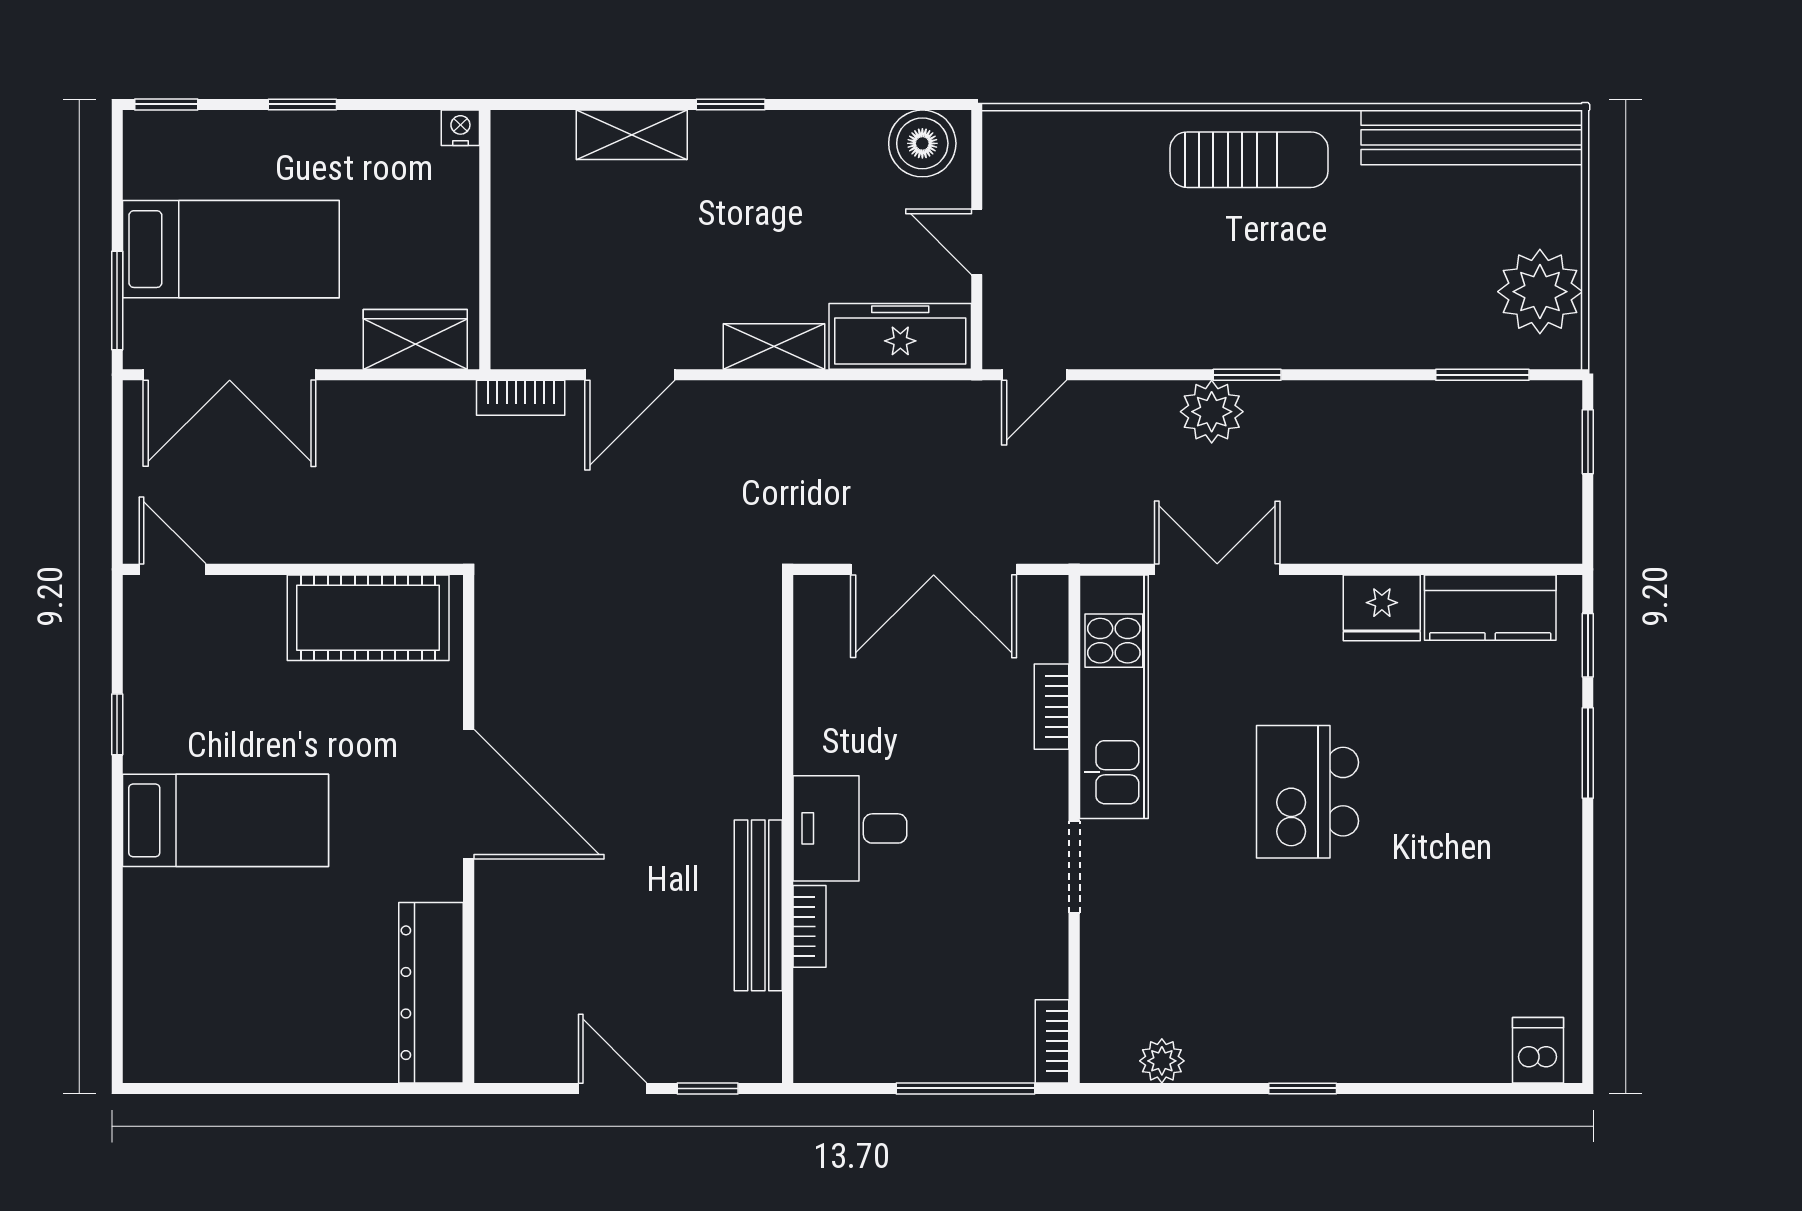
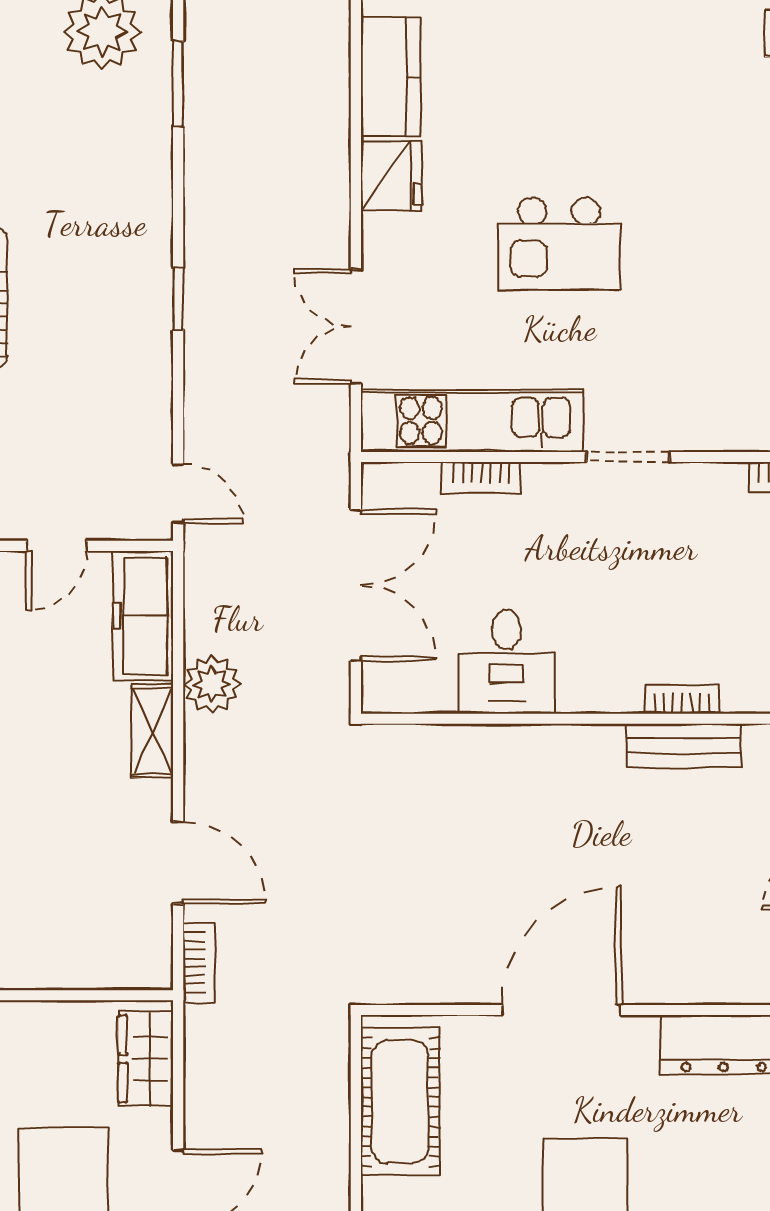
plant: (1212, 412) -> (212, 684), moved
desk: (850, 828) -> (507, 662), moved
bench: (758, 905) -> (684, 745), width x0.73

